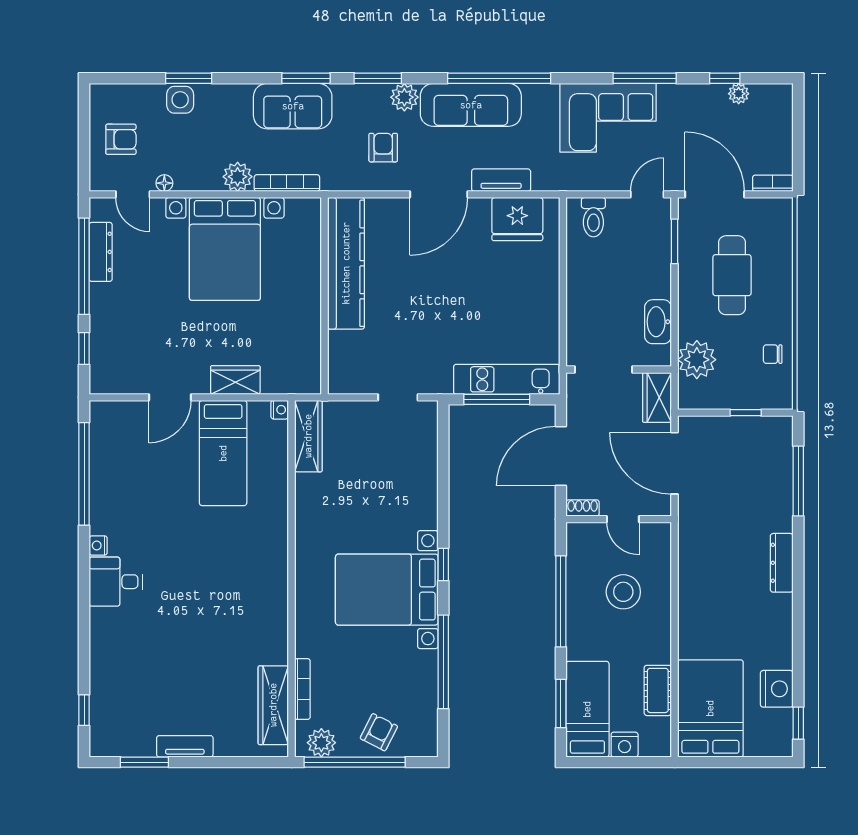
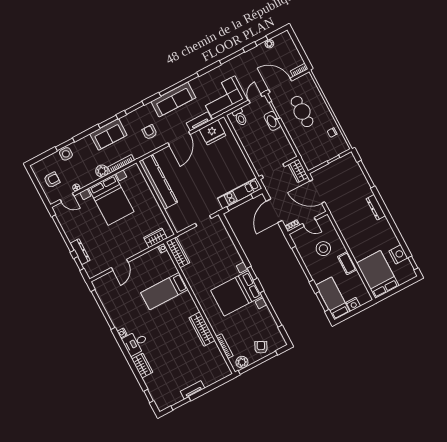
plant: (404, 97) -> (148, 110), removed
corner sofa: (608, 118) -> (224, 98), moved, turned 180
dresser: (101, 252) -> (80, 252), moved
washbasin: (658, 322) -> (272, 121), moved
plant: (697, 360) -> (305, 149), removed
wardrobe: (235, 380) -> (155, 238), moved
bed: (223, 453) -> (164, 291), moved, turned 90
wardrobe: (104, 638) -> (142, 366), added
cot: (658, 690) -> (347, 263), moved
wardrobe: (273, 705) -> (202, 329), moved

